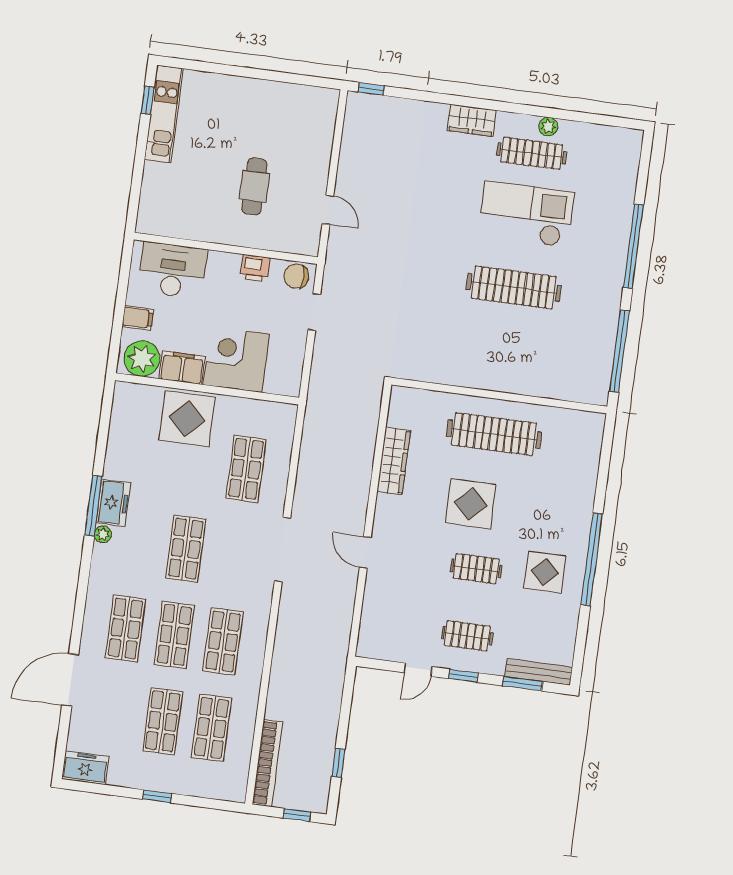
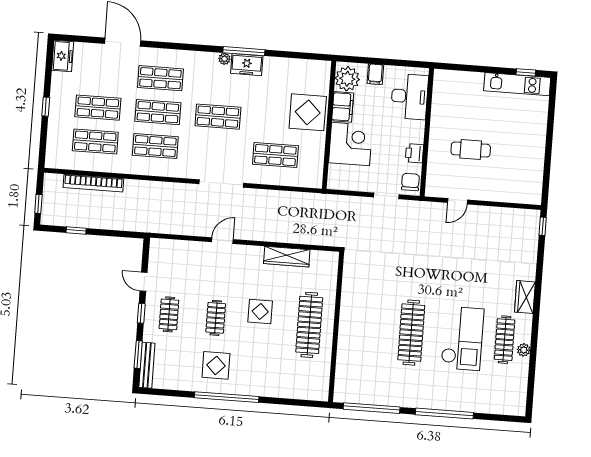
display table: (471, 504) -> (260, 312), width x0.73, depth x0.73
bookcase: (267, 763) -> (93, 183), moved

